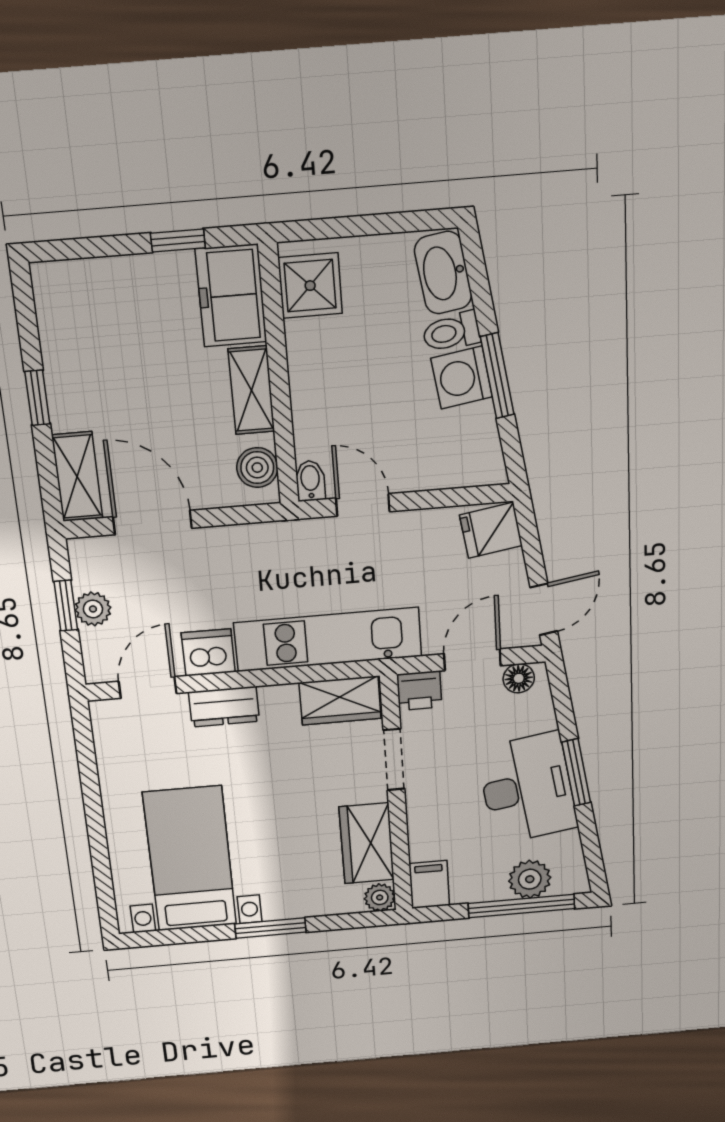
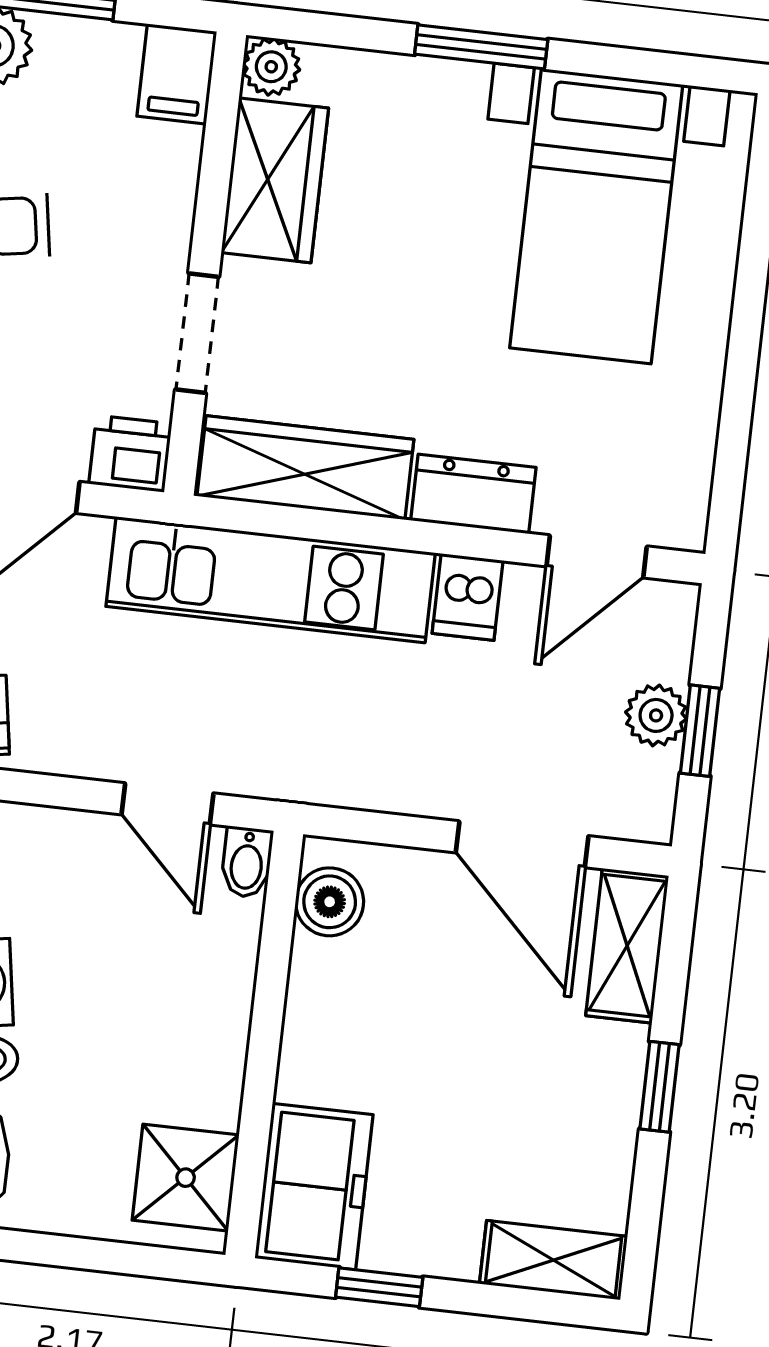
shelving: (251, 390) -> (554, 1260), moved, turned 90
dishwasher: (208, 652) -> (468, 597), width x0.73
wardrobe: (340, 701) -> (305, 468), width x1.50

